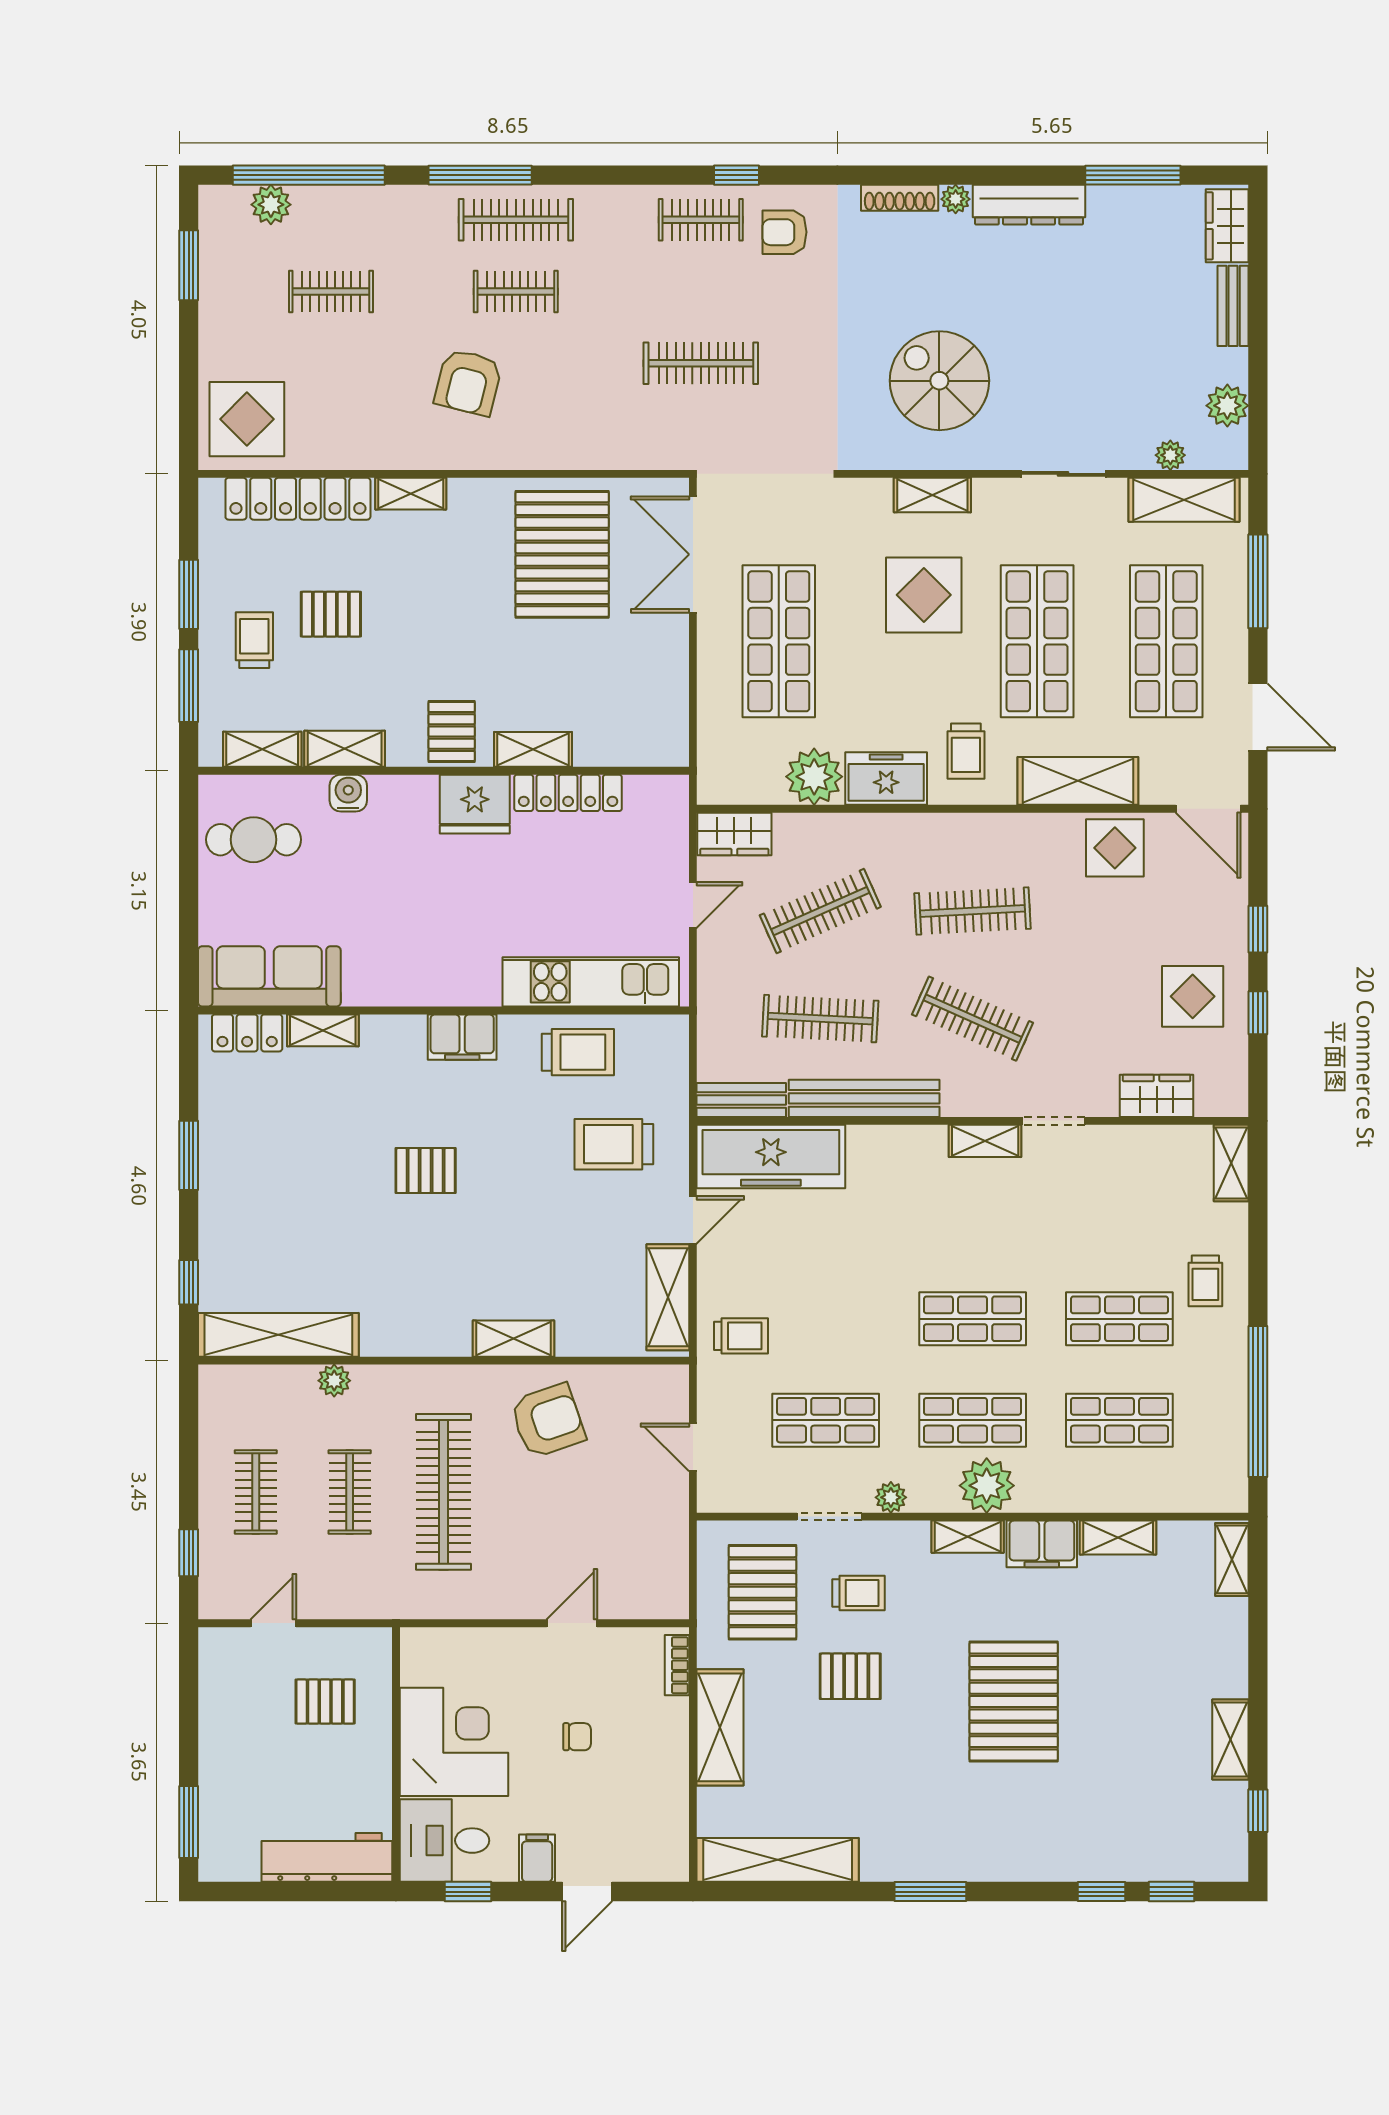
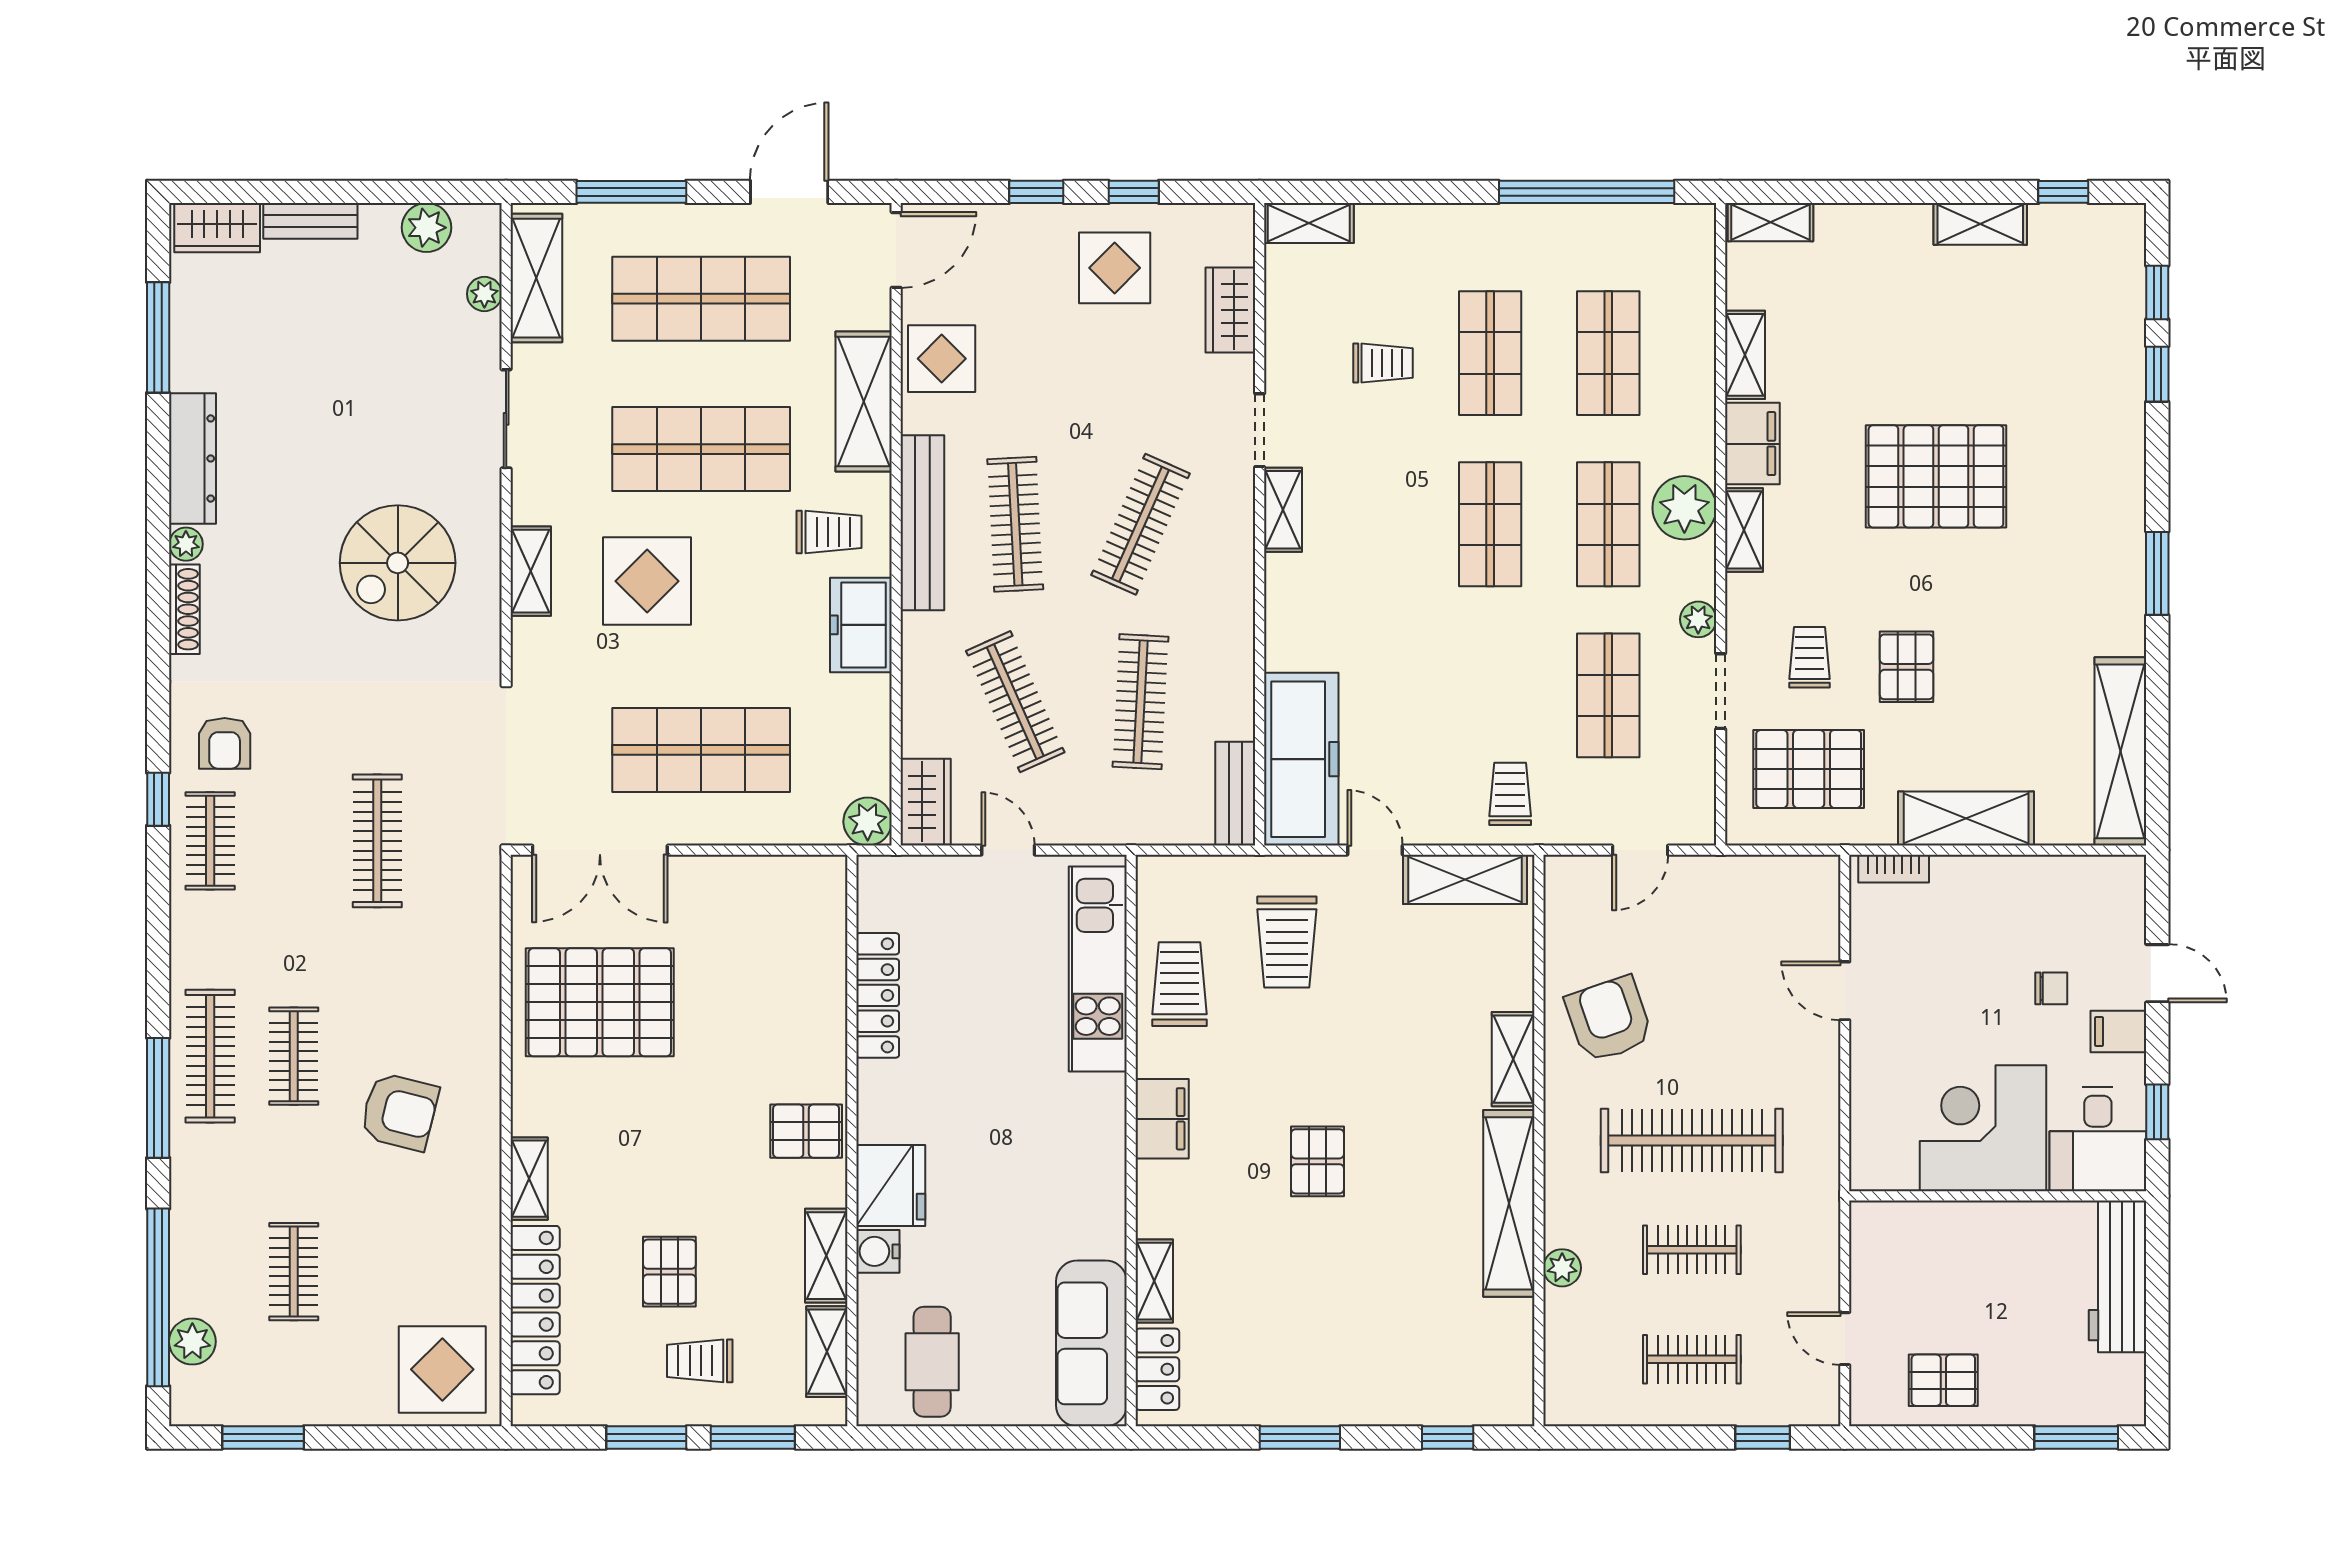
shelving: (533, 749) -> (827, 1036), removed
plant: (814, 777) -> (868, 822), moved, width x0.73, depth x0.73
fridge: (475, 804) -> (891, 1186), moved
bench: (864, 1098) -> (922, 523), moved
trolley: (1205, 1281) -> (1383, 363), moved
shelving: (278, 1335) -> (1509, 1203), moved
pallet: (325, 1702) -> (1943, 1380), moved, turned 90
chair: (577, 1737) -> (2051, 988), moved, turned 90

